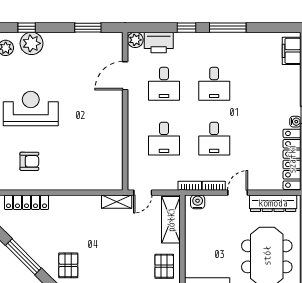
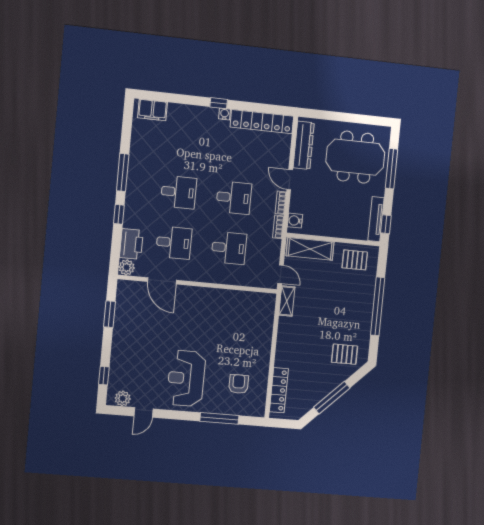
plant: (32, 43) -> (120, 372), removed

